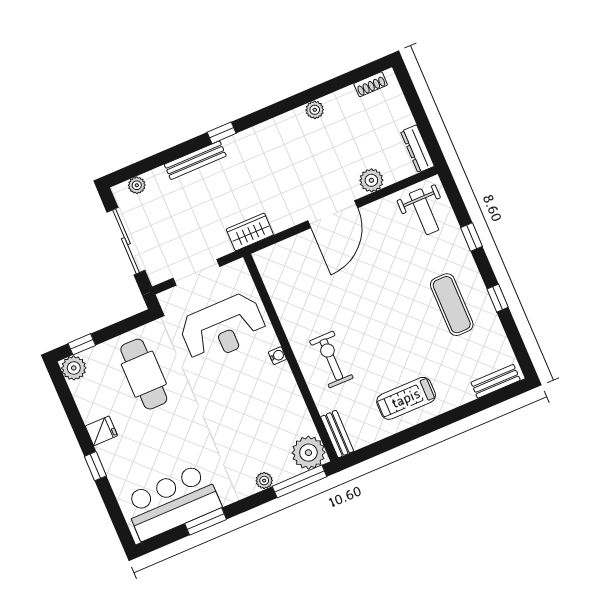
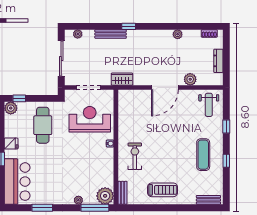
dresser: (417, 149) -> (218, 61), moved
reception desk: (223, 328) -> (90, 119), turned 180
treadmill: (406, 398) -> (162, 190), turned 180
bar counter: (172, 502) -> (17, 182), moved, turned 90

